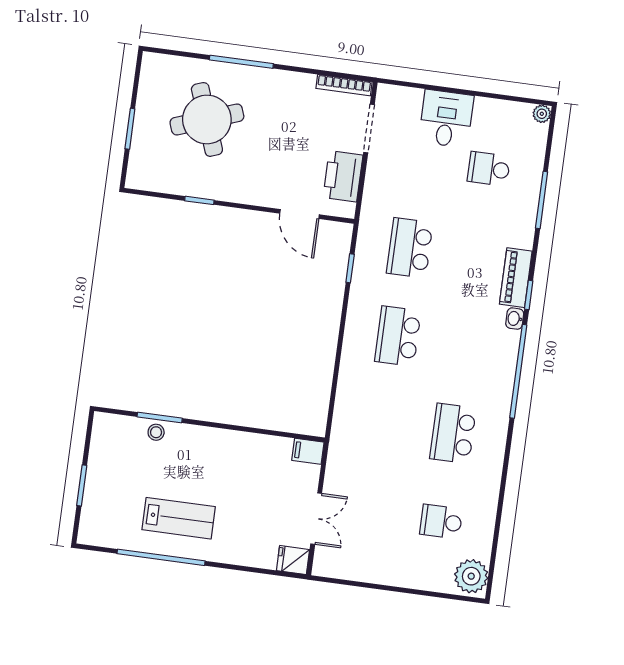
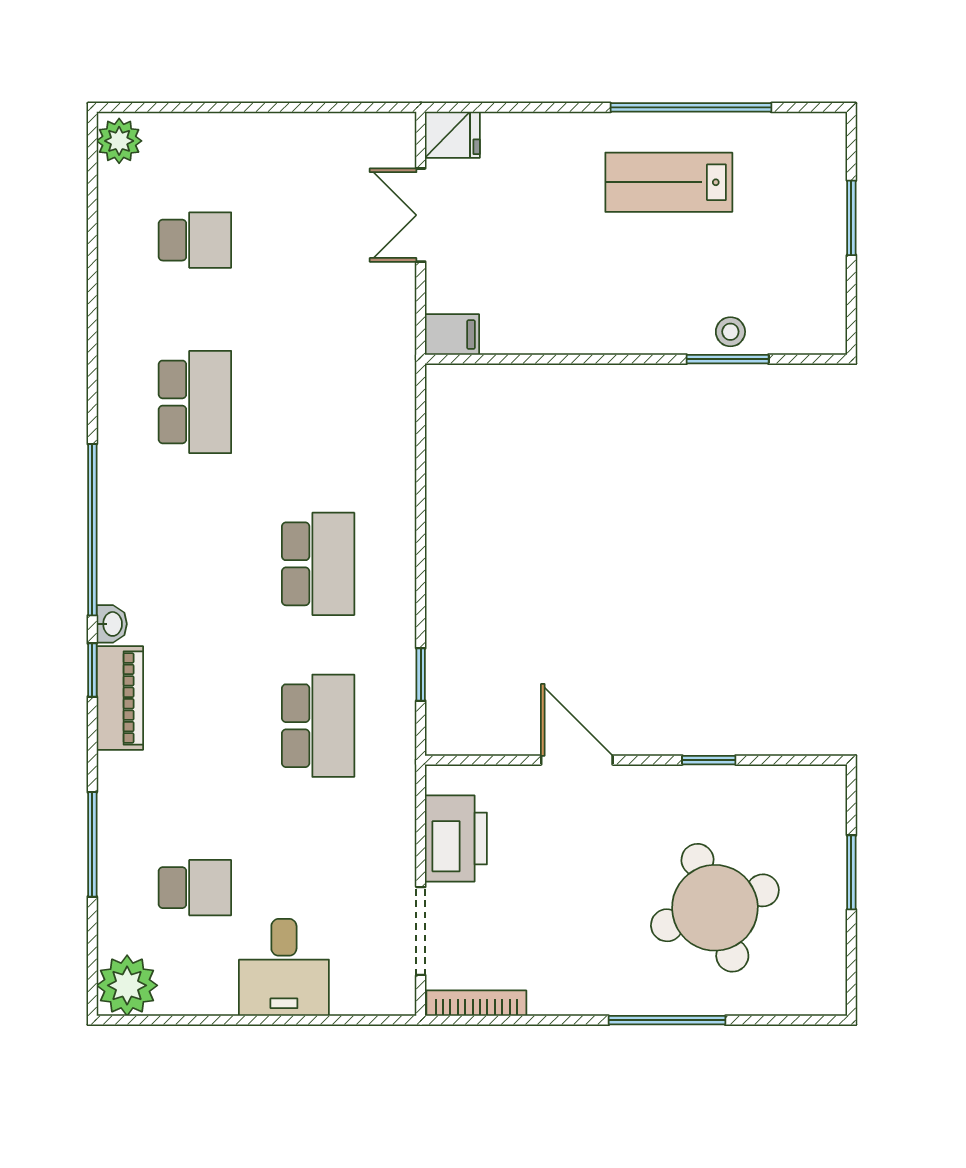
plant: (542, 114) -> (127, 985), width x1.88, depth x1.88
door: (300, 214) -> (577, 760), moved
plant: (471, 576) -> (119, 141), width x0.73, depth x0.73

